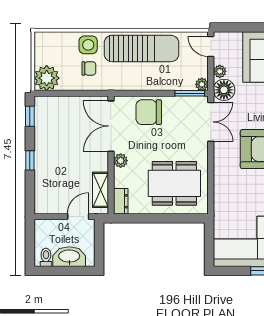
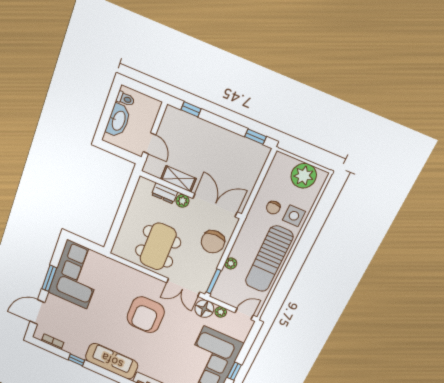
plant: (47, 78) -> (304, 176), moved
plant: (202, 84) -> (231, 263), moved
chair: (149, 112) -> (213, 242), turned 180
window: (30, 160) -> (191, 109), moved
dining table: (174, 183) -> (158, 246), moved
shelving: (100, 190) -> (178, 179), moved
dresser: (121, 201) -> (165, 193), moved

